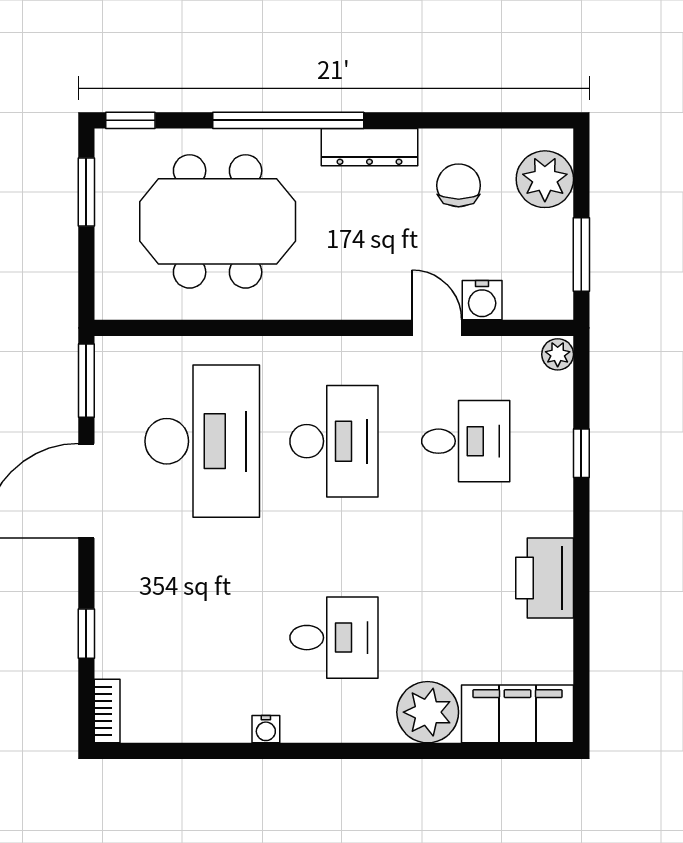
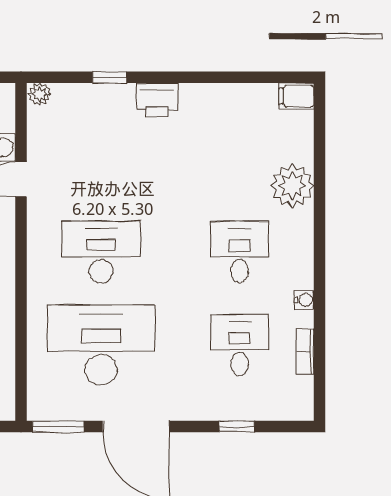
desk: (466, 441) -> (240, 345), moved
printer: (545, 578) -> (157, 100), moved, width x0.73, depth x0.84
bookcase: (107, 711) -> (305, 351), moved, turned -90
filing cabinet: (517, 714) -> (296, 96), width x0.33, depth x0.86

